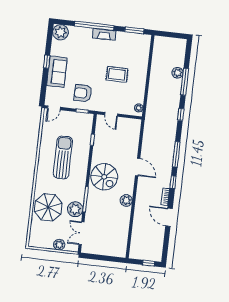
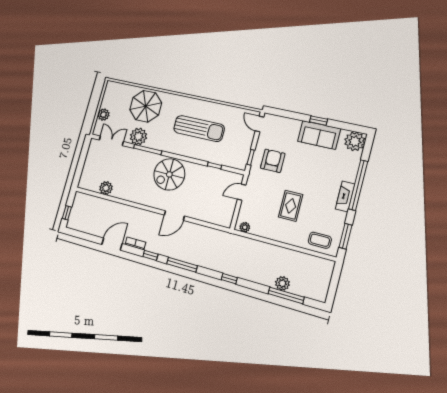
coffee table: (140, 49) -> (320, 240), added
sofa: (57, 72) -> (319, 135), moved
window: (185, 82) -> (286, 295), moved
plant: (126, 200) -> (106, 188), moved

